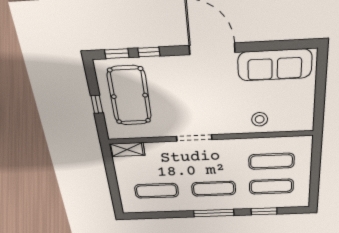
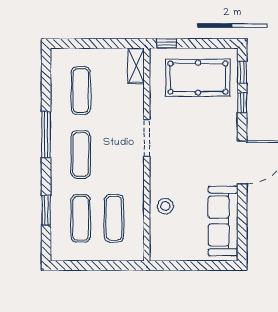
window: (97, 104) -> (167, 43), moved
window: (214, 213) -> (46, 135), moved

